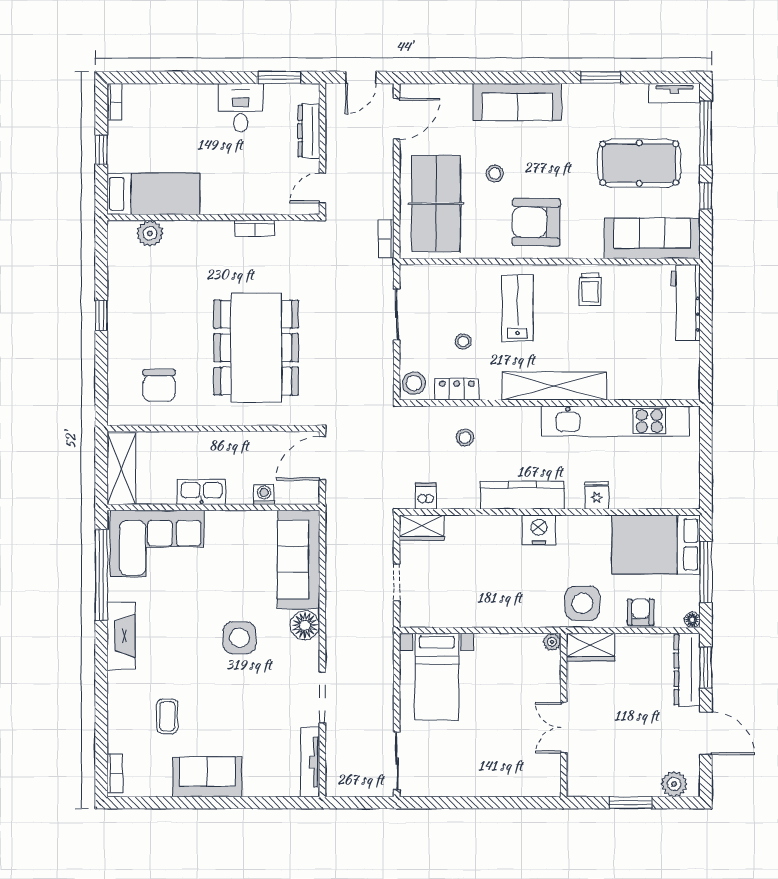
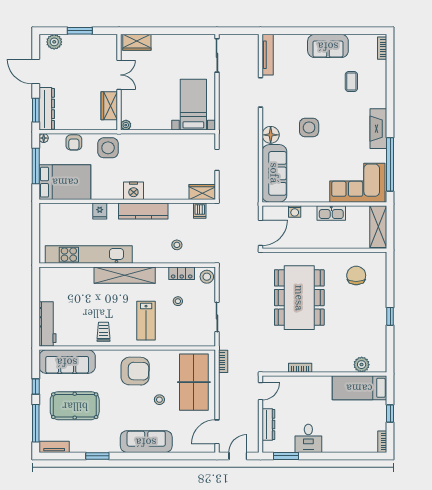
wardrobe: (591, 647) -> (109, 106), moved, turned -90
wardrobe: (533, 783) -> (137, 42), added

